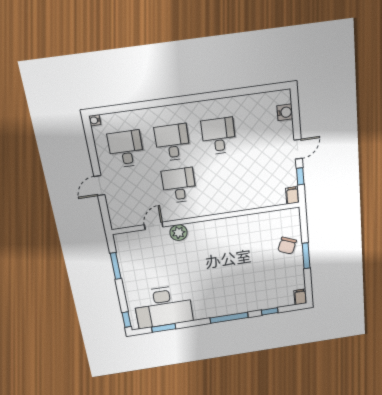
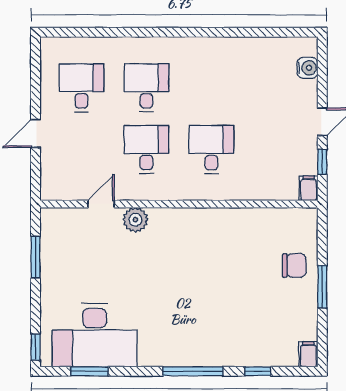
water cooler: (95, 120) -> (47, 44), removed
desk: (219, 136) -> (211, 150), moved
chair: (287, 246) -> (294, 265), turned -112

